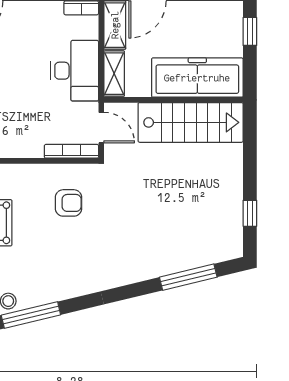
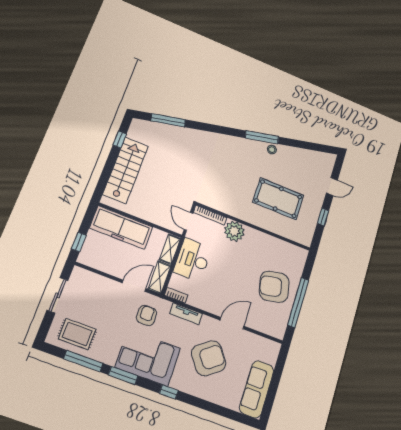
stairs: (191, 122) -> (126, 170), moved, turned 90
plant: (26, 141) -> (234, 231), added
armchair: (69, 203) -> (221, 188), removed

